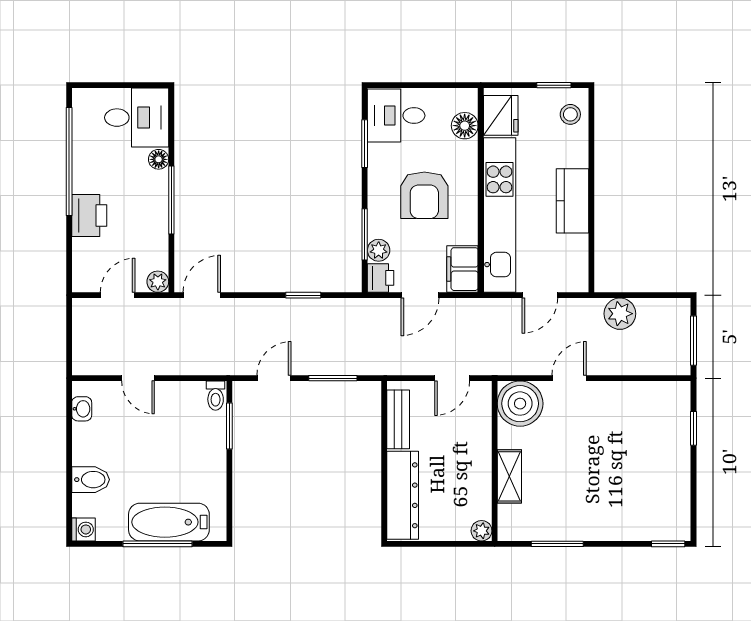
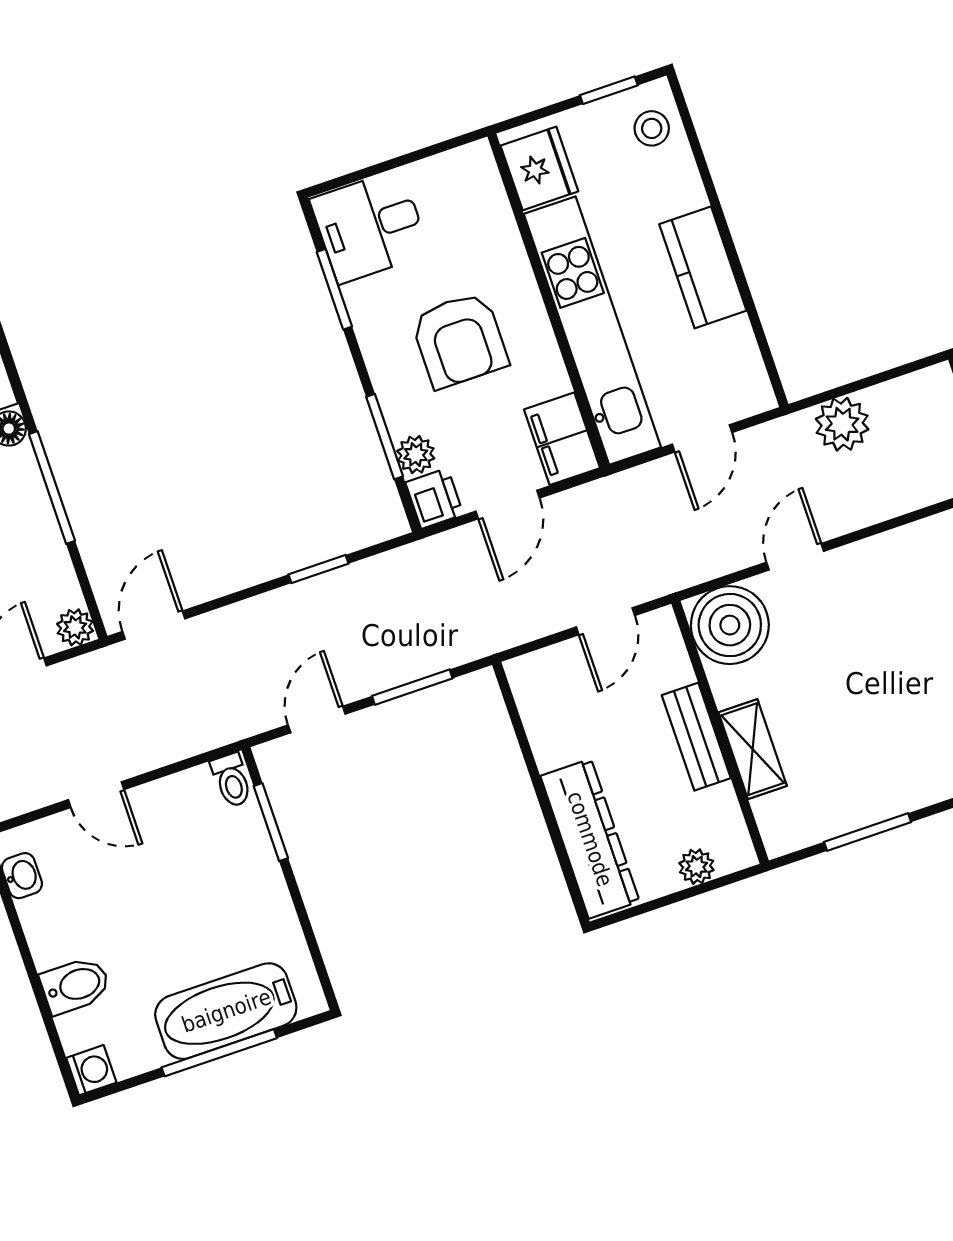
floor lamp: (465, 126) -> (487, 205), removed
bench: (398, 419) -> (696, 737), moved
plant: (482, 531) -> (697, 867), moved

